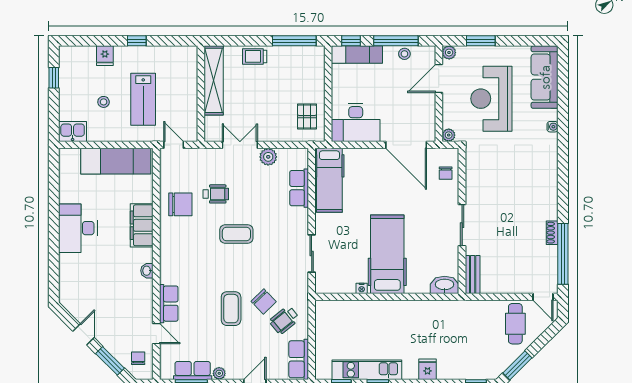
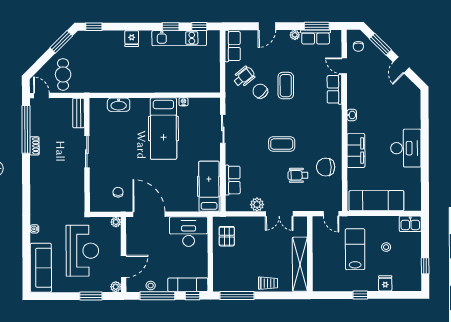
wall: (462, 221) -> (87, 155), moved
sliding door: (462, 225) -> (87, 152), moved
bench: (473, 275) -> (79, 113), moved

